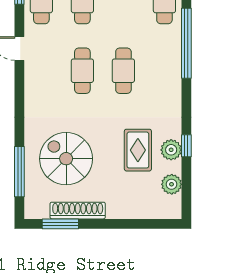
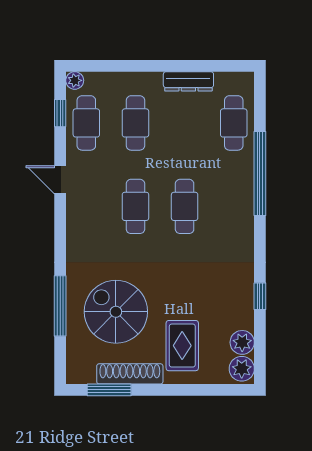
rug: (138, 150) -> (182, 346), moved
plant: (171, 150) -> (242, 369), moved
window: (19, 172) -> (60, 306), moved

